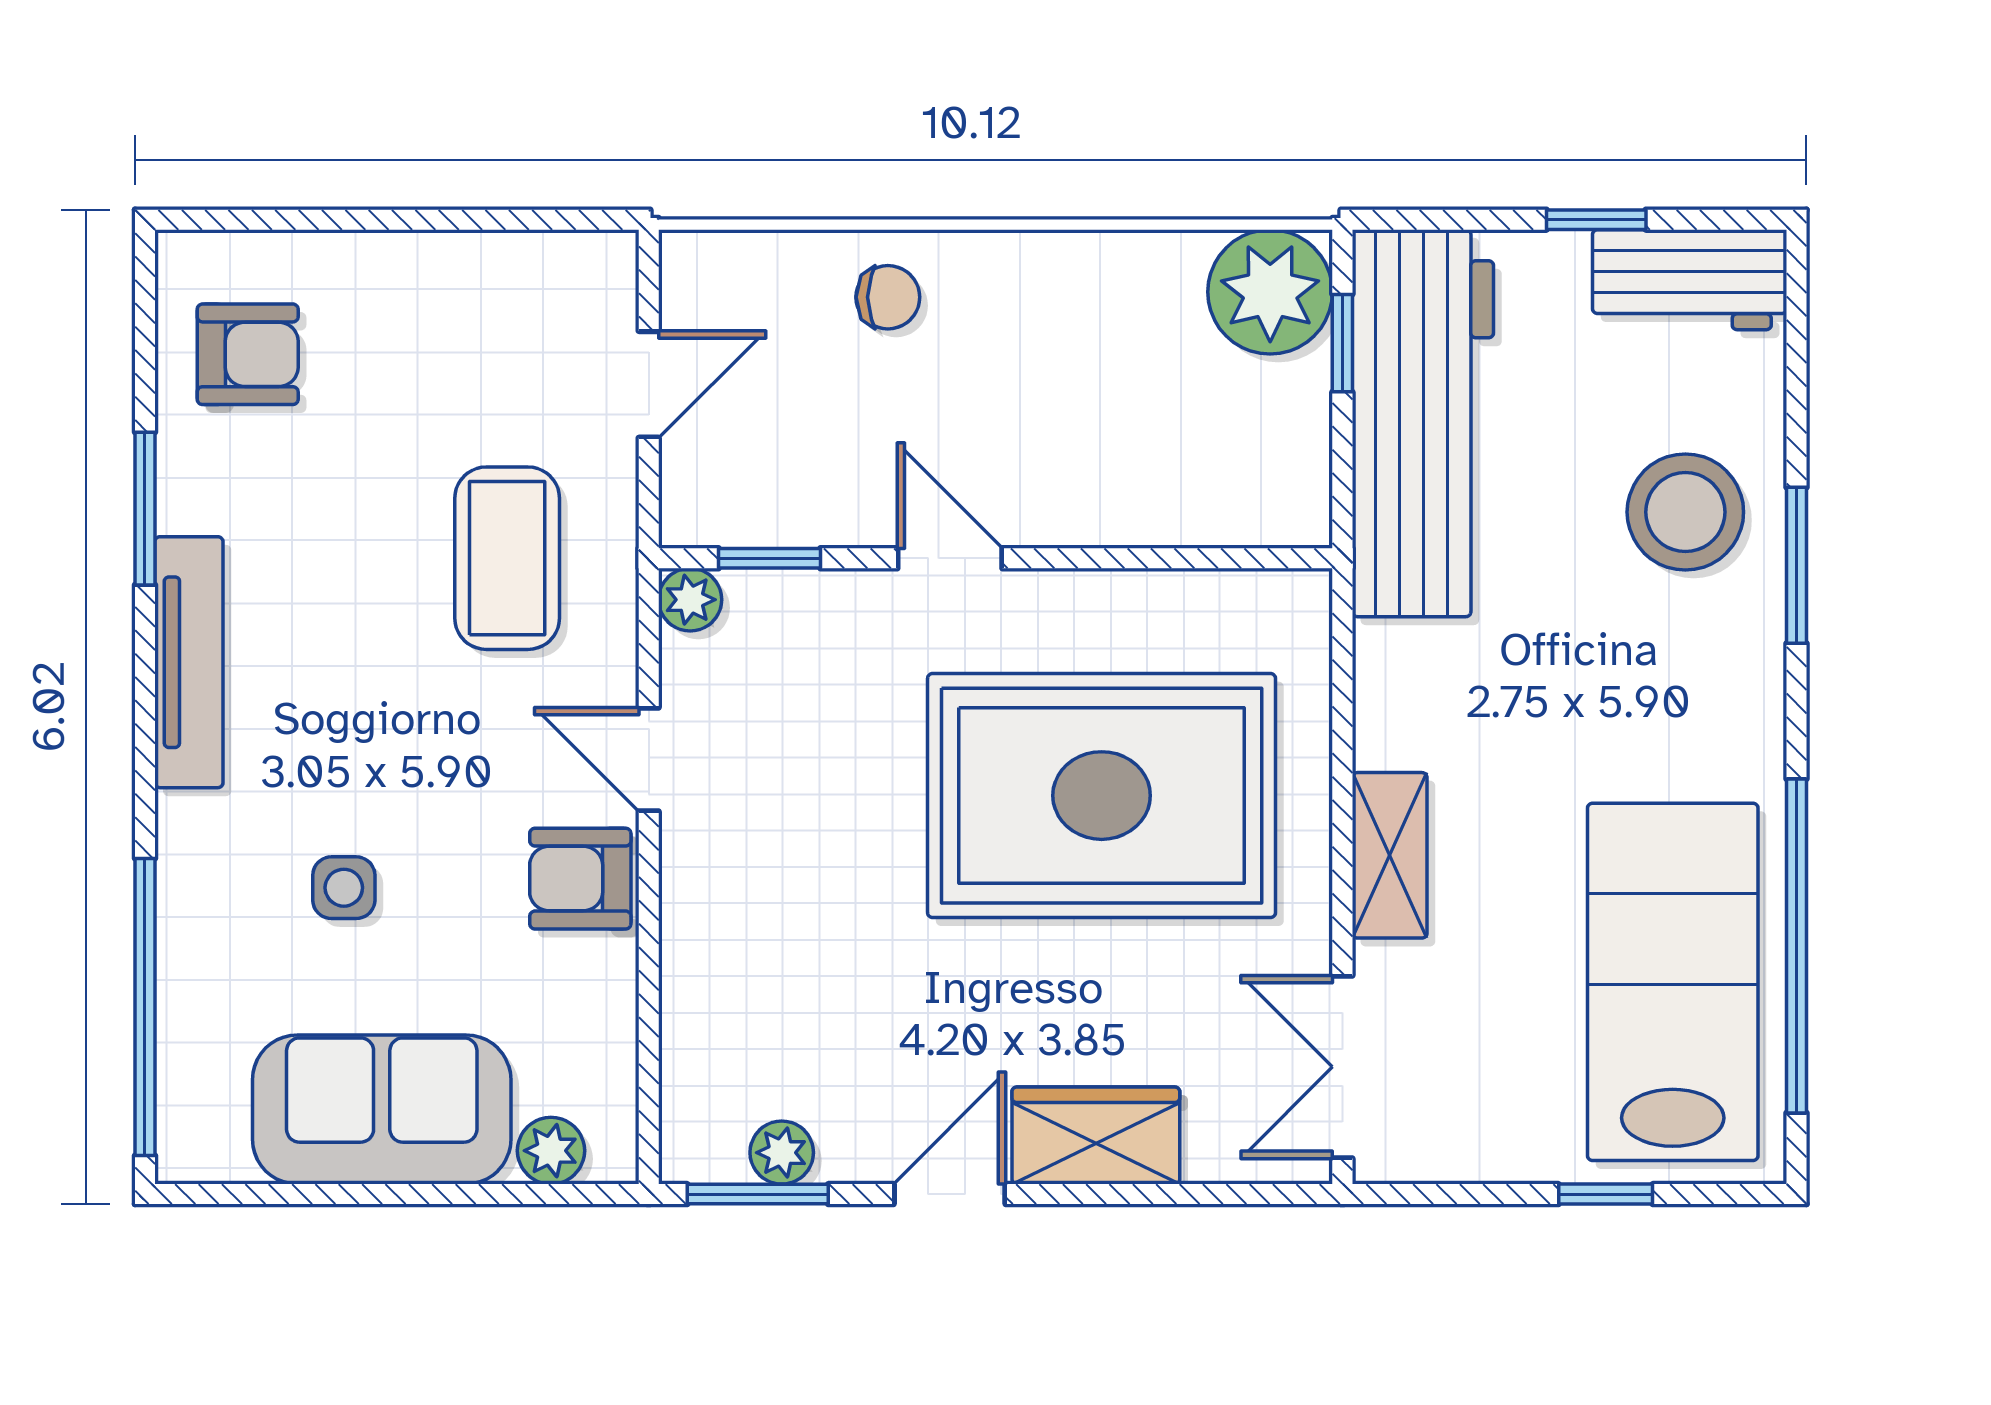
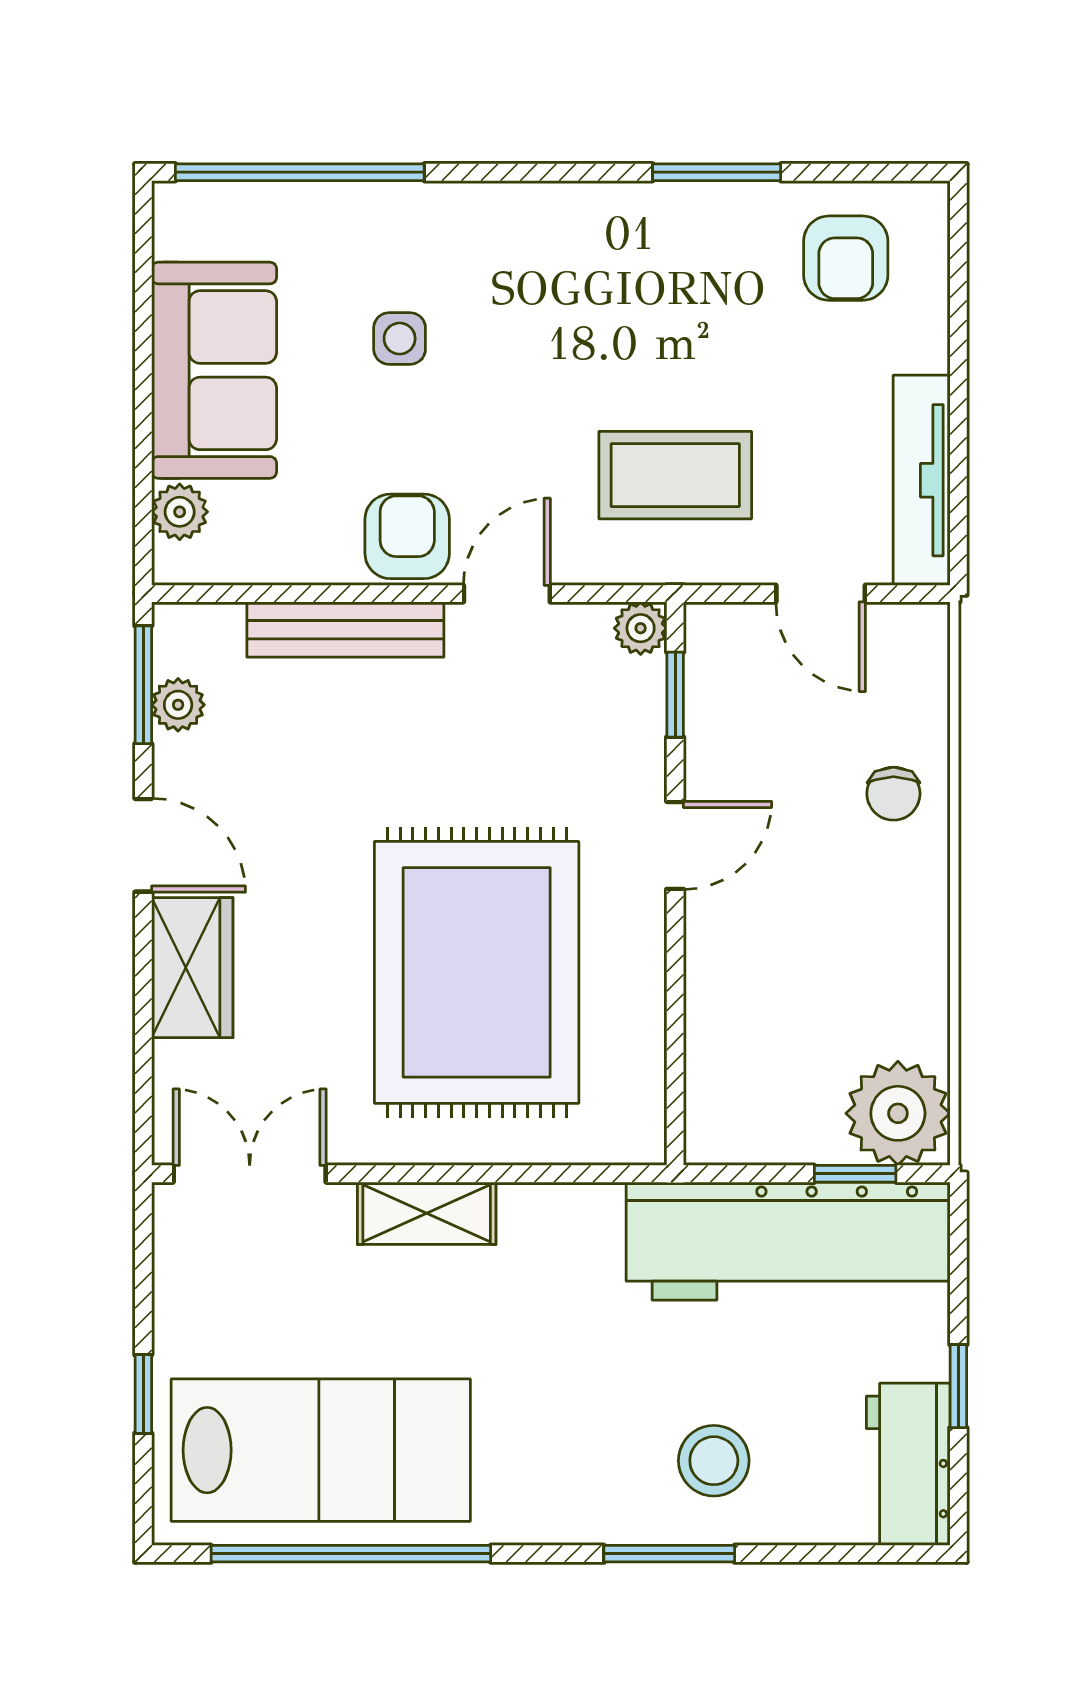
stool: (1685, 512) -> (714, 1461), width x0.73, depth x0.73
tv unit: (189, 662) -> (922, 480), moved, turned 90
bench: (692, 952) -> (345, 629), added

